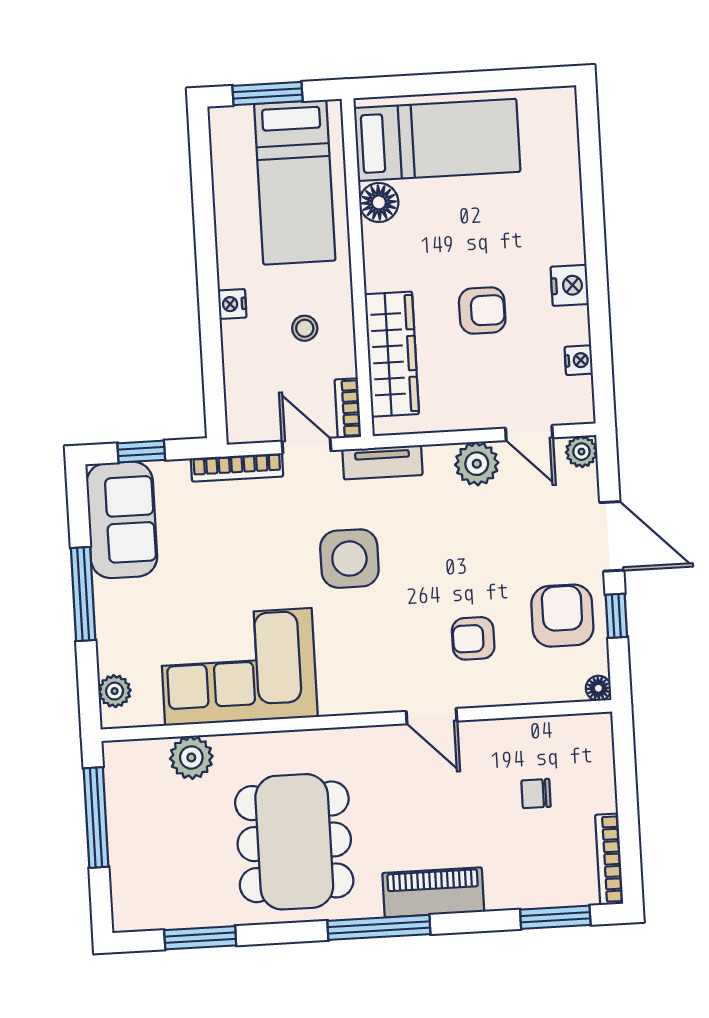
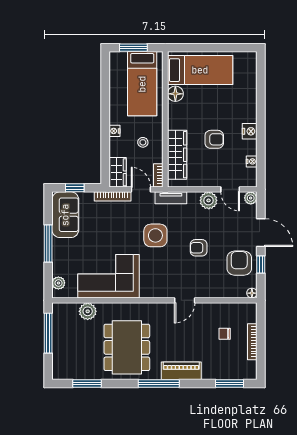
wardrobe: (246, 407) -> (118, 172), added
armchair: (473, 638) -> (199, 248), moved
door: (432, 716) -> (185, 300), hinge flipped
bookcase: (609, 859) -> (252, 342), moved

